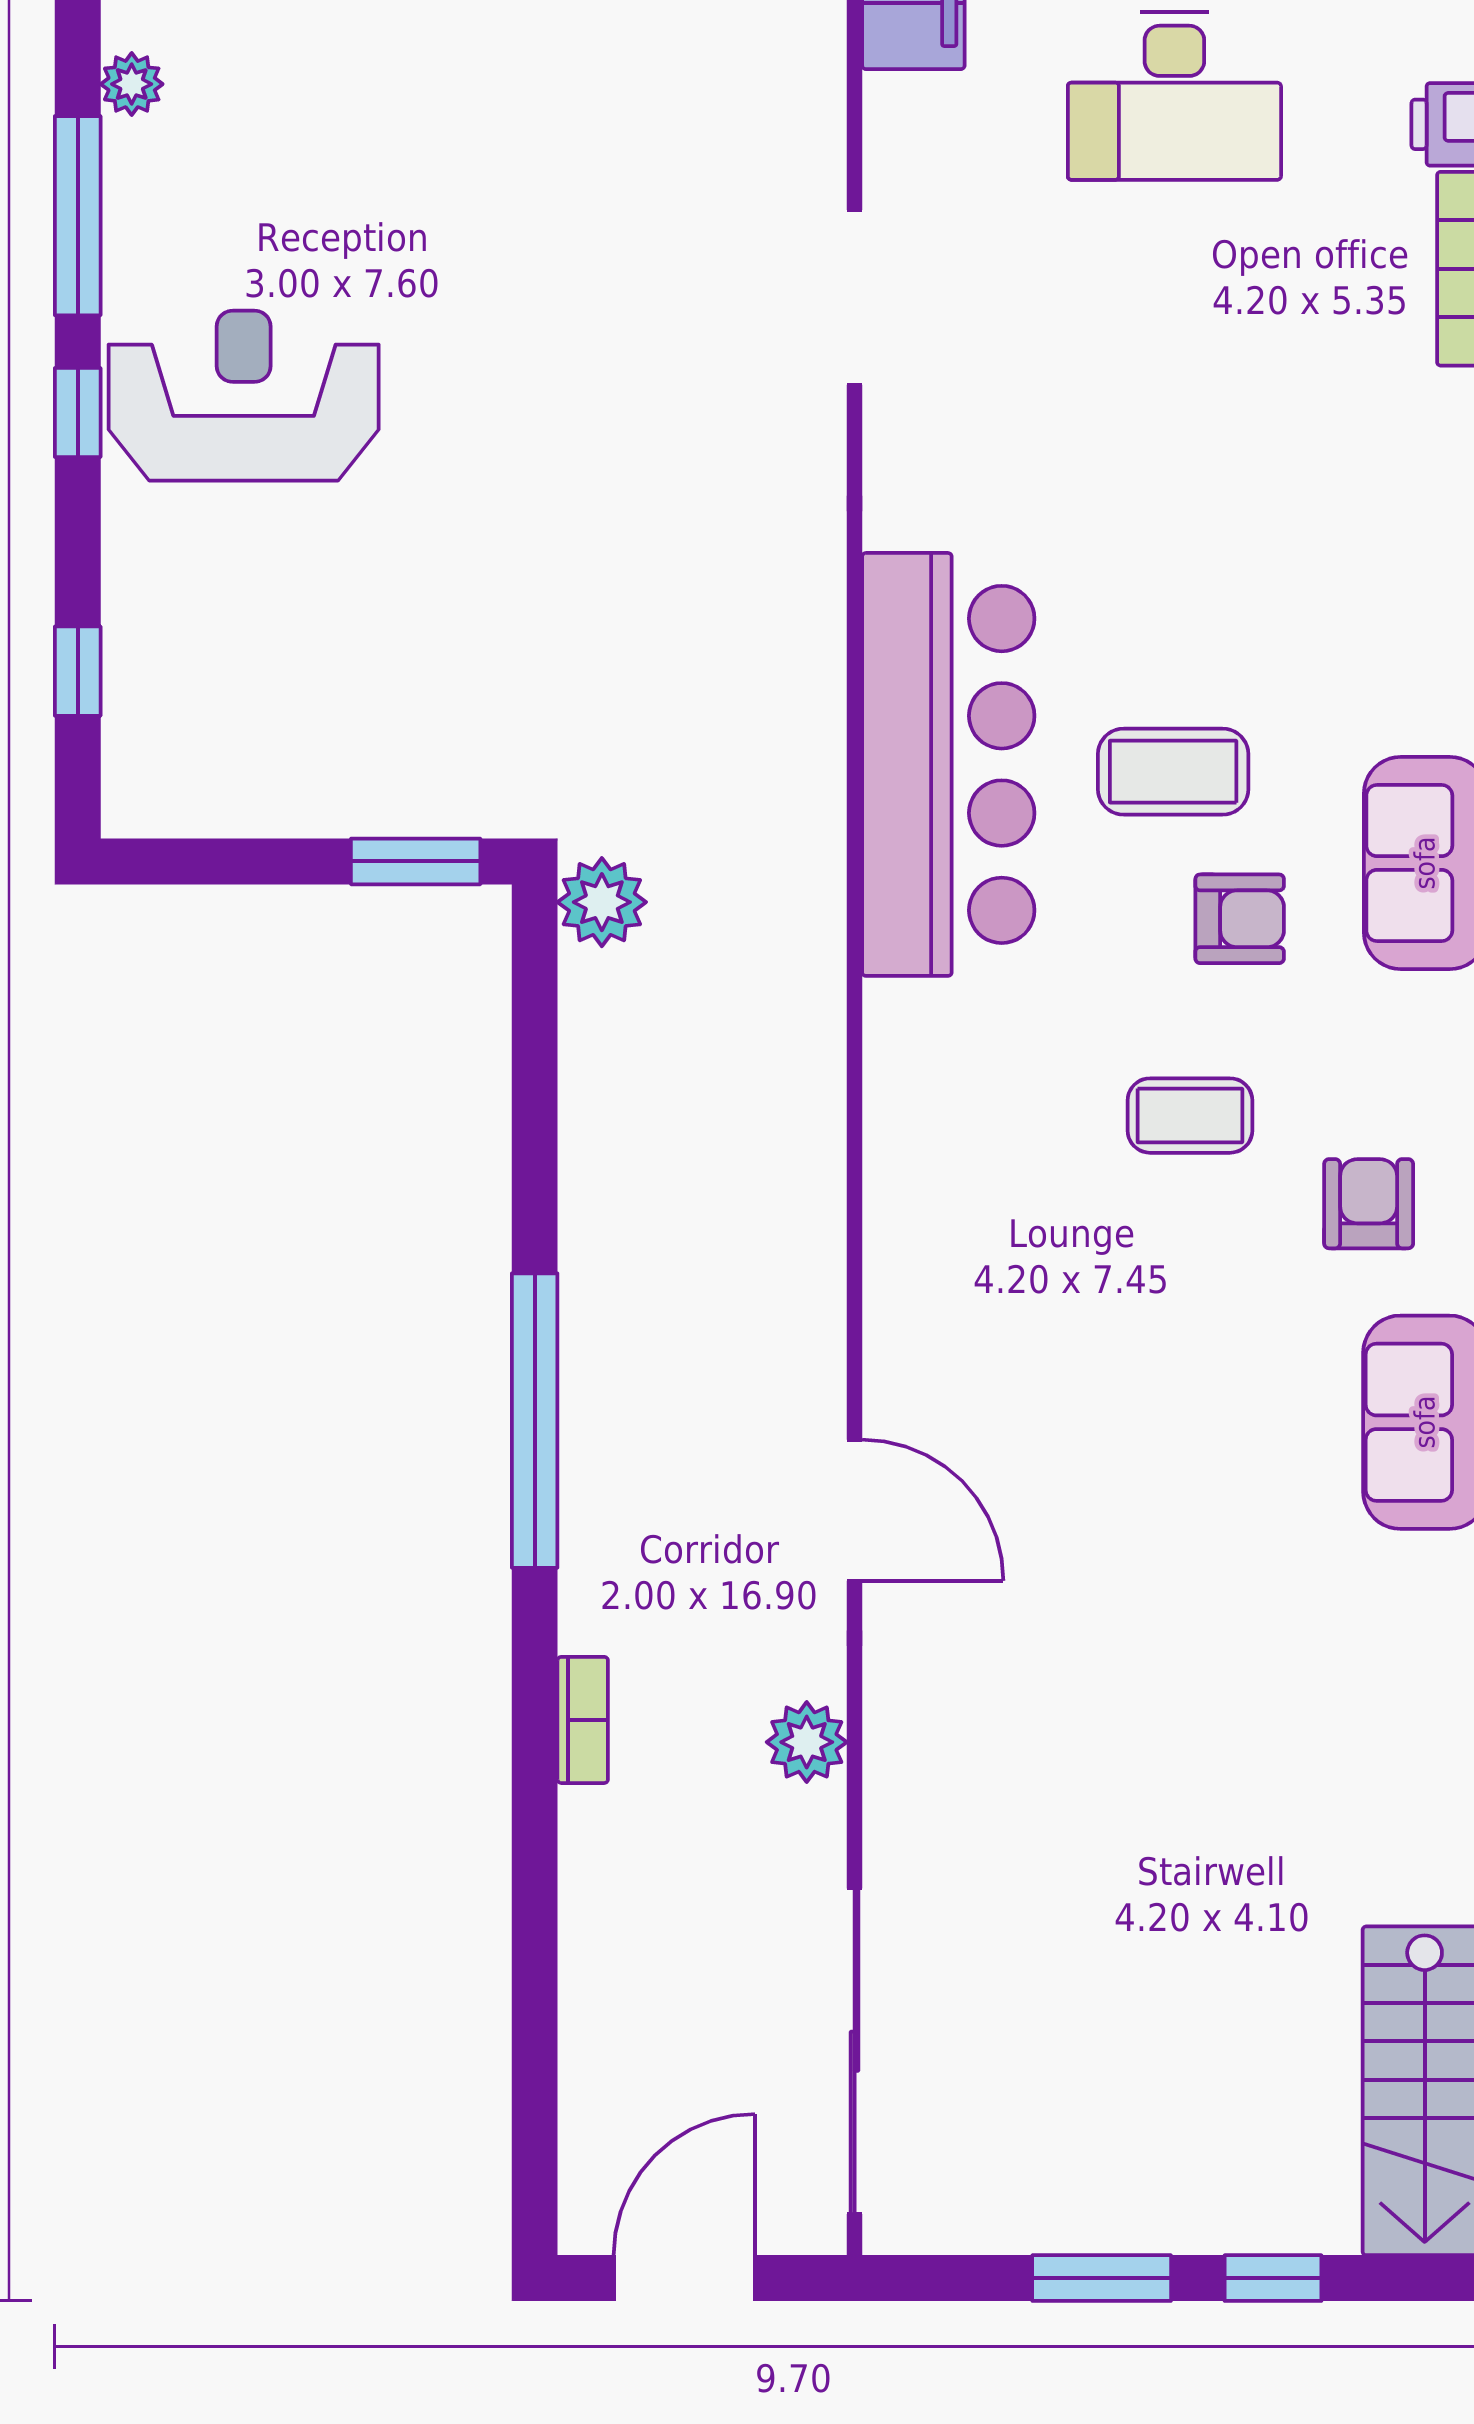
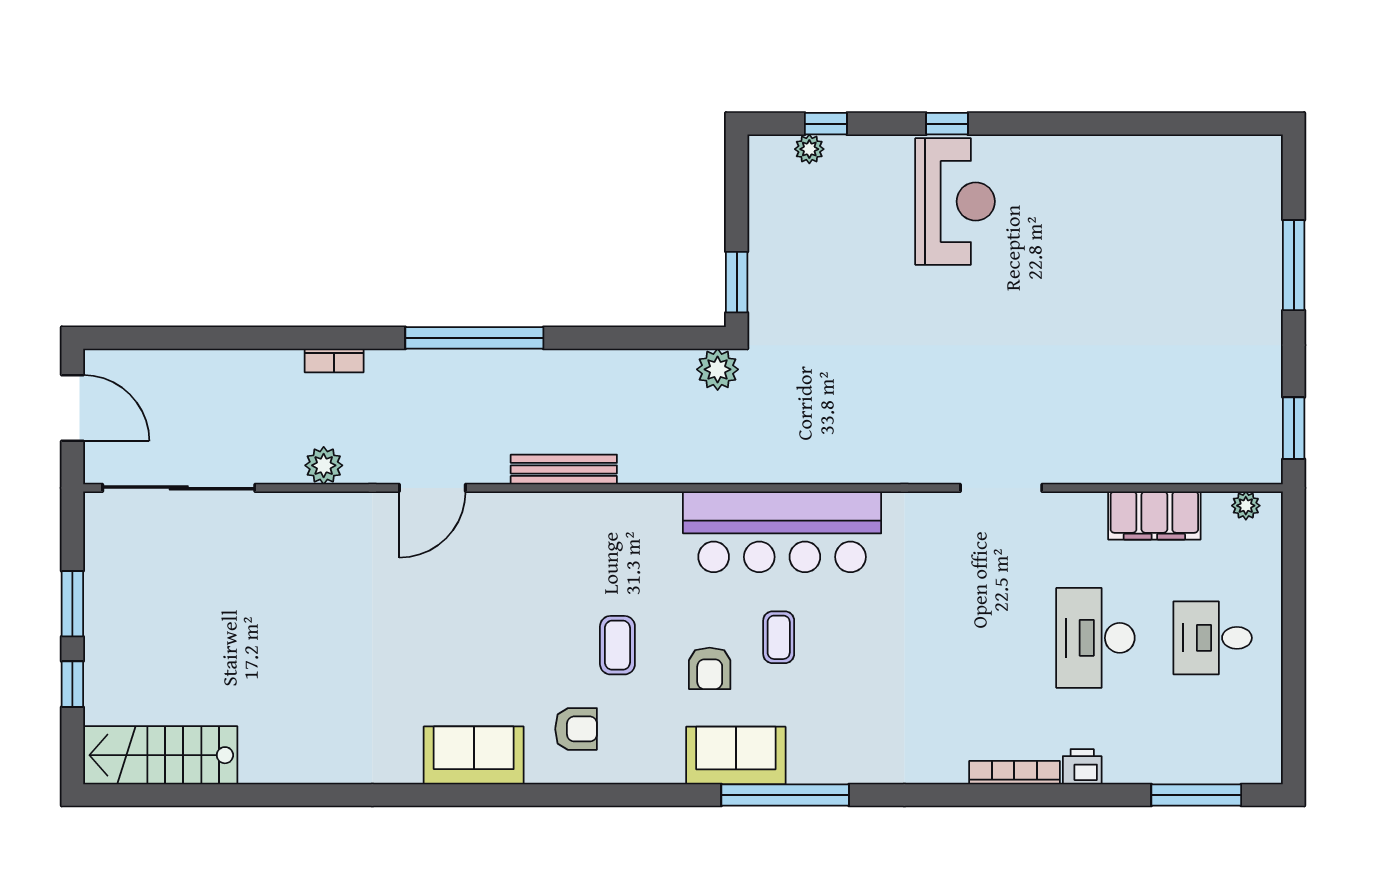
plant: (132, 84) -> (809, 149), moved
window: (78, 216) -> (1039, 124), removed
coffee table: (1173, 772) -> (779, 637), width x0.73, depth x0.77
bench: (815, 1230) -> (564, 469), added

